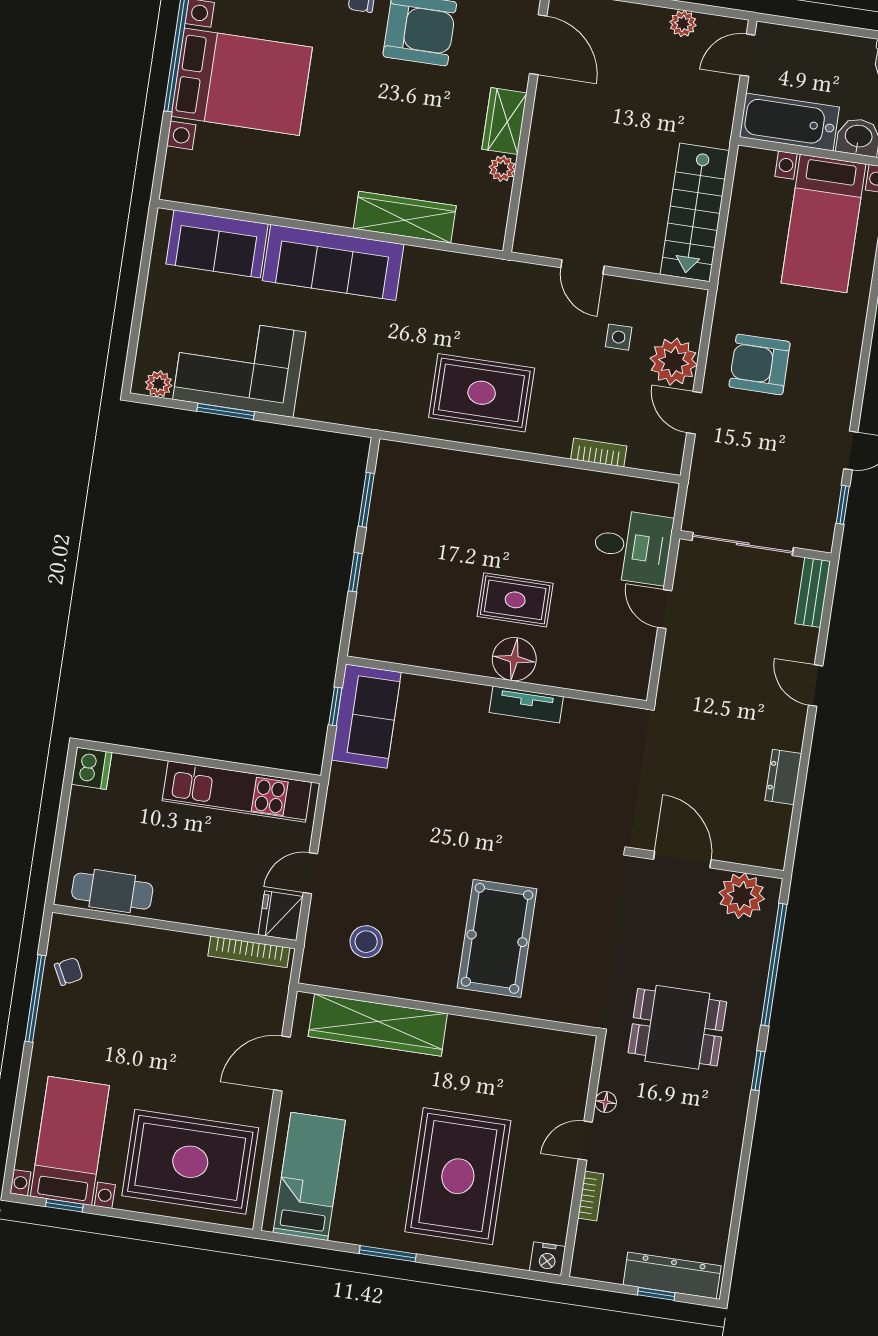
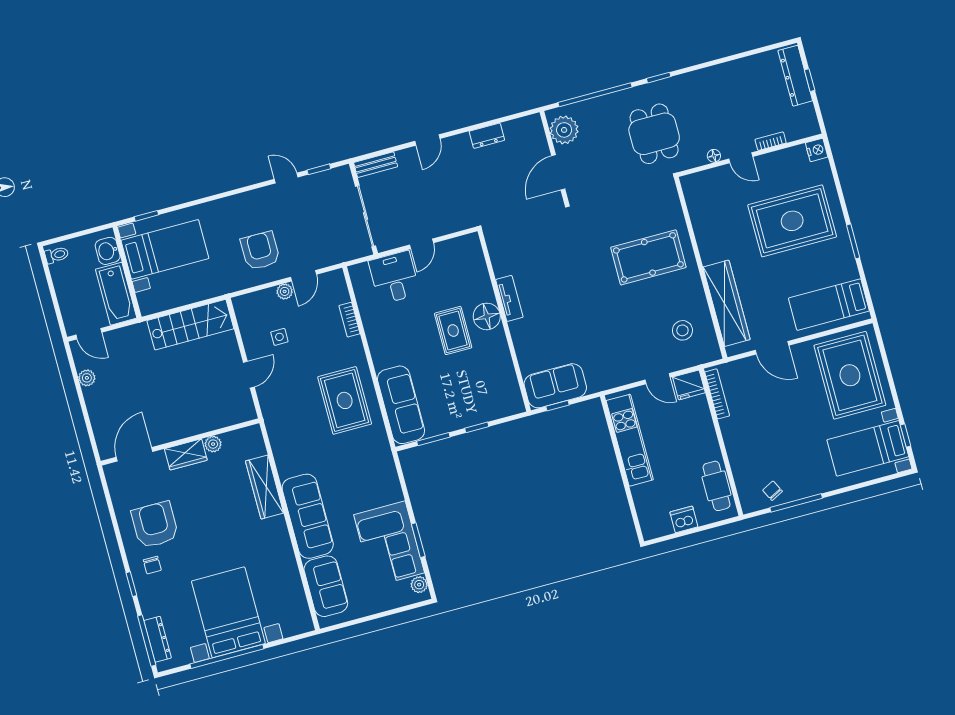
plant: (674, 362) -> (285, 291), width x0.53, depth x0.53
armchair: (760, 364) -> (260, 251), turned 180
sofa: (438, 474) -> (401, 405), added
dishwasher: (91, 768) -> (684, 519), moved

